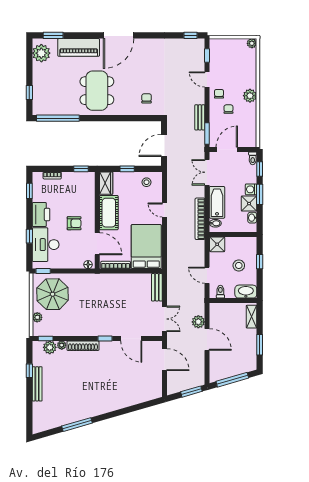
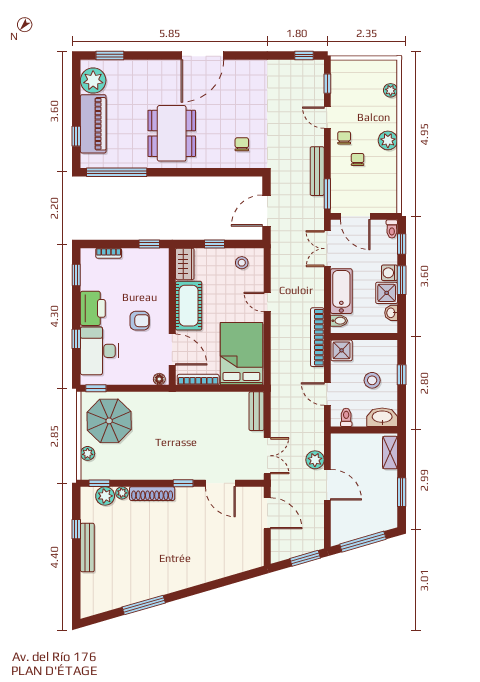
plant: (252, 43) -> (391, 90), moved
piano: (79, 47) -> (93, 124), moved, turned -90
bench: (200, 117) -> (317, 171), width x1.36
door: (227, 149) -> (355, 216), swing flipped
bookcase: (200, 219) -> (317, 337), moved

